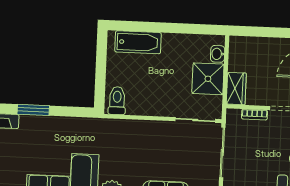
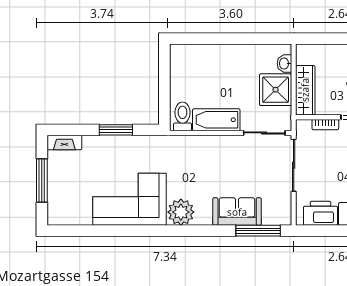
bathtub: (138, 42) -> (216, 120), moved, turned 180
wardrobe: (236, 89) -> (305, 90), width x1.50
window: (33, 110) -> (116, 130), moved

